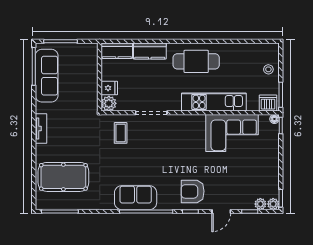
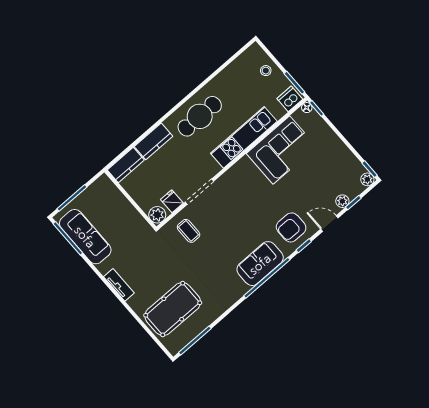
fridge: (109, 88) -> (172, 201), moved, turned -90
sofa: (136, 198) -> (260, 264), moved
plant: (260, 204) -> (342, 201), moved
door: (221, 211) -> (329, 223), swing flipped

